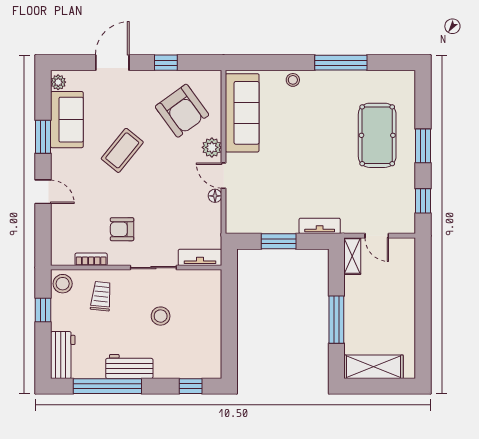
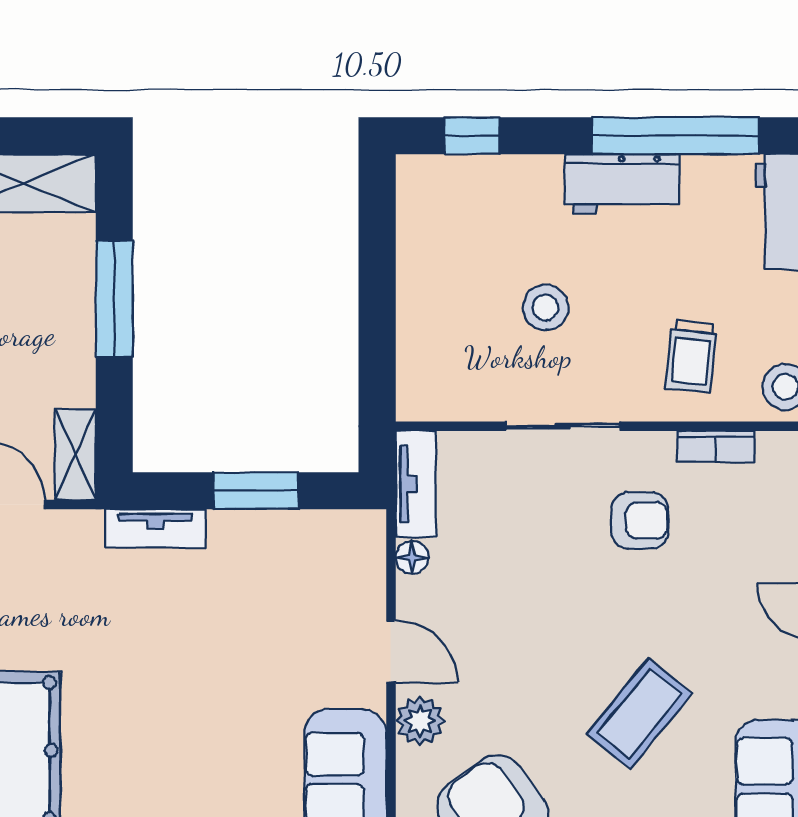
floor lamp: (215, 196) -> (412, 557), moved
tv unit: (200, 257) -> (416, 484), moved, turned -90

